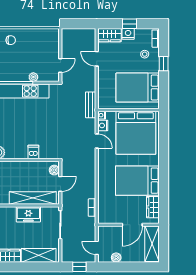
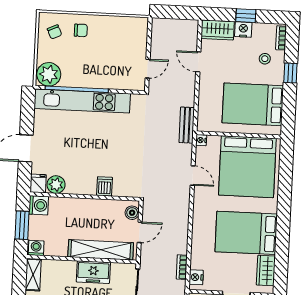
plant: (33, 77) -> (110, 83), removed
nightstand: (103, 125) -> (196, 277), moved

